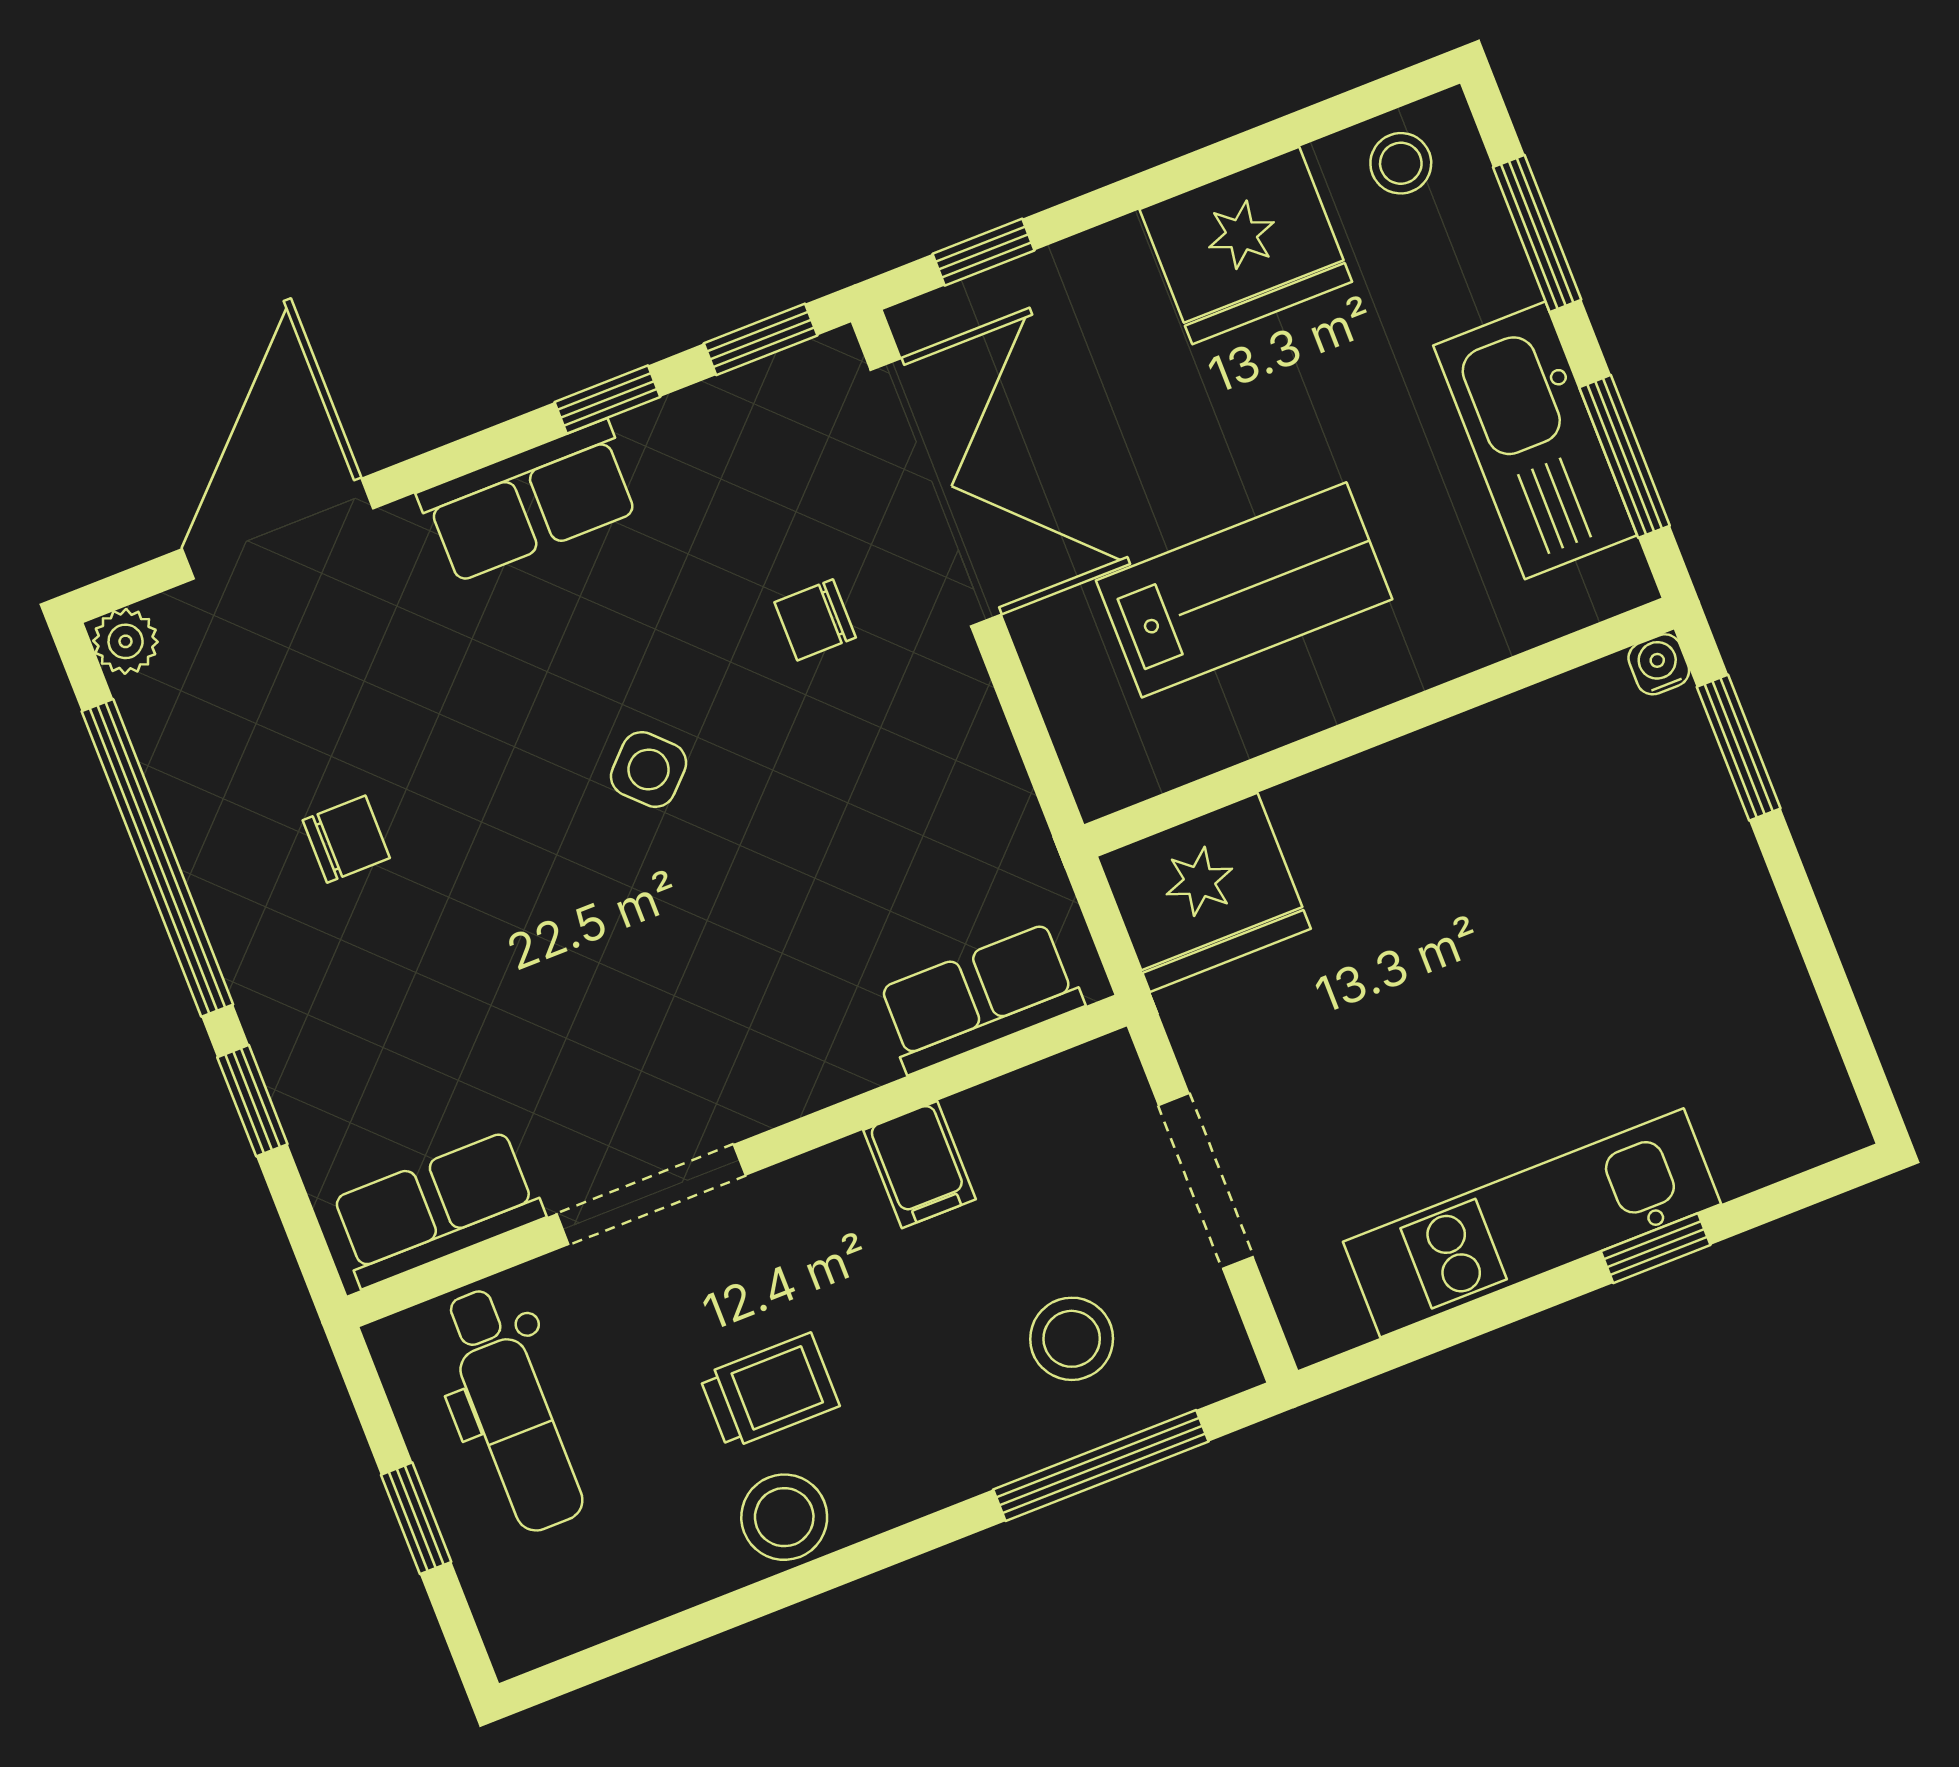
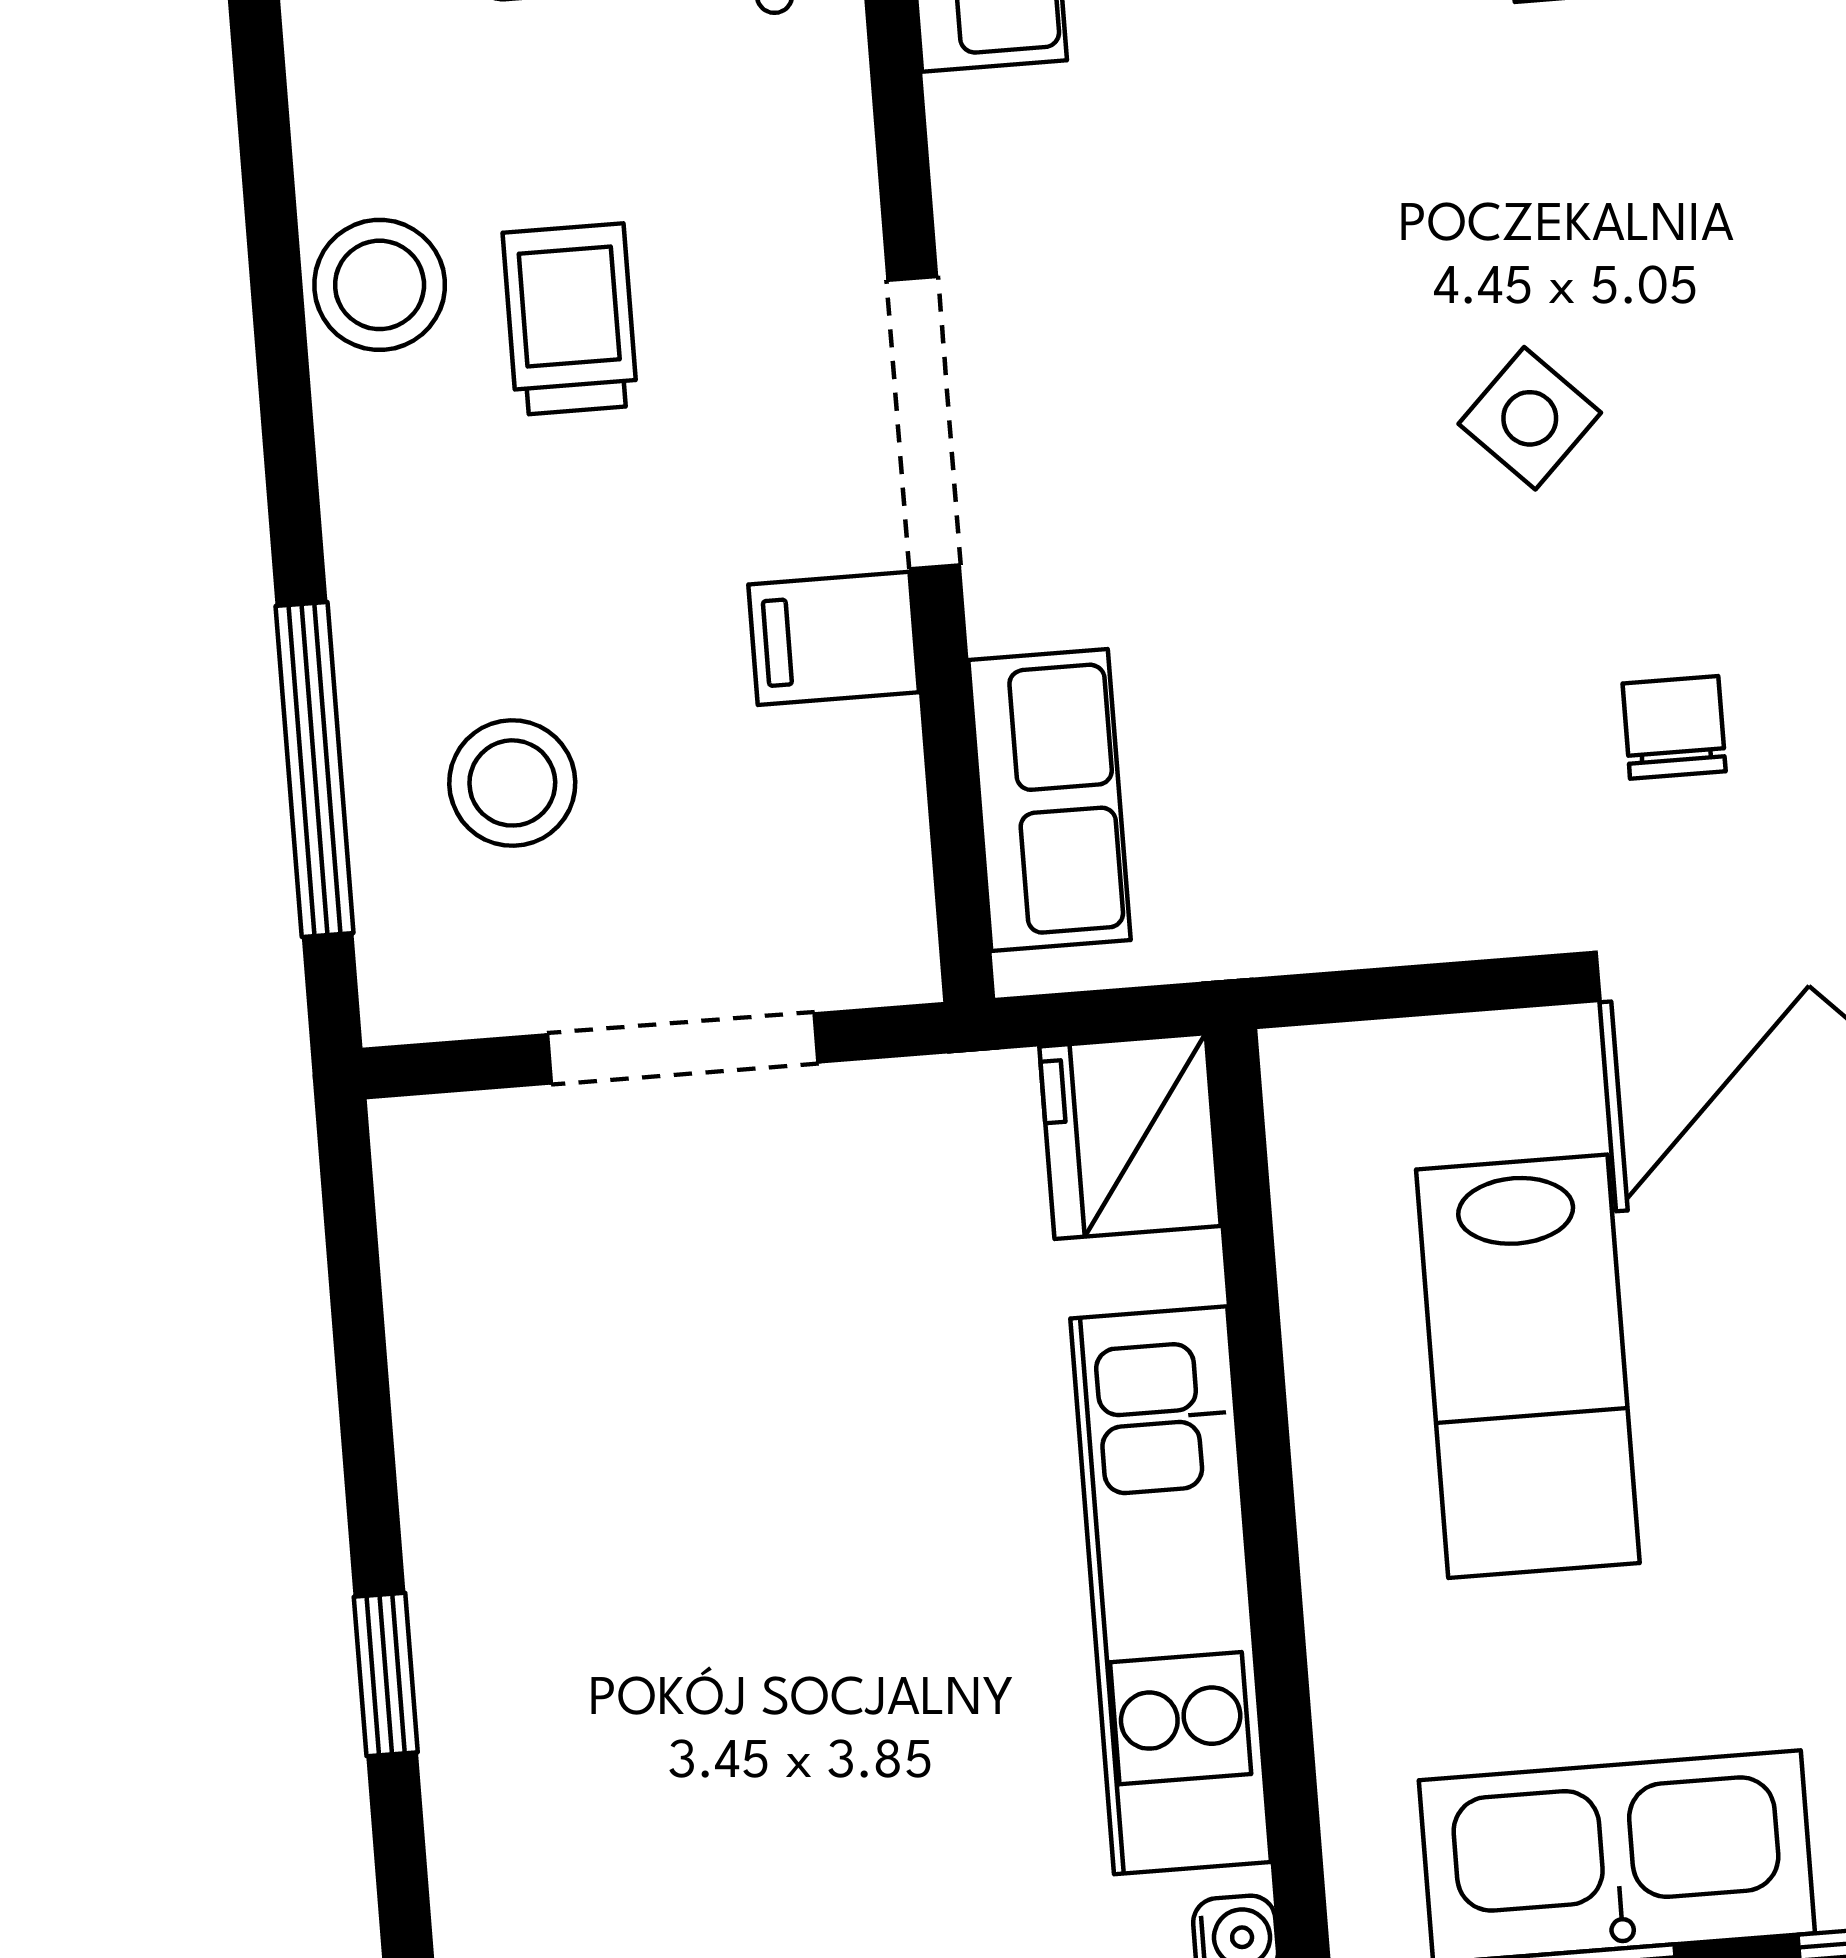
fridge: (1204, 892) -> (1130, 1136), width x0.73, depth x0.75
doorway: (651, 1195) -> (924, 423), moved
kitchen unit: (1532, 1223) -> (1171, 1590), moved, turned 180
trolley: (769, 1391) -> (570, 319), turned 180

